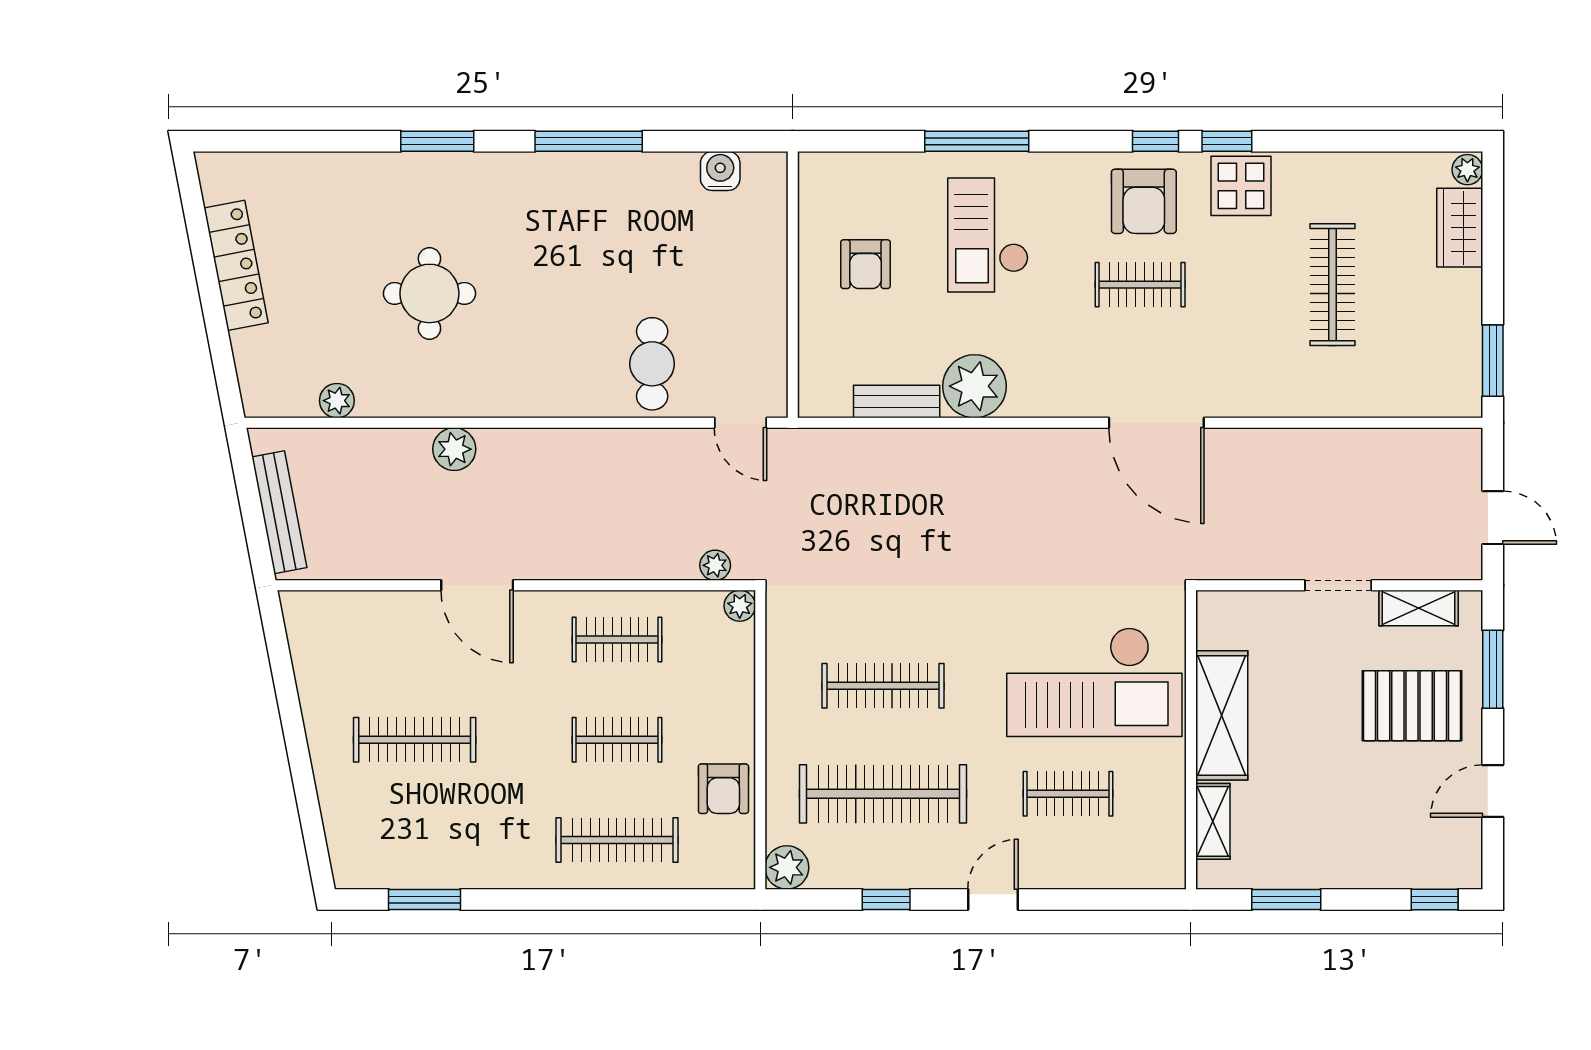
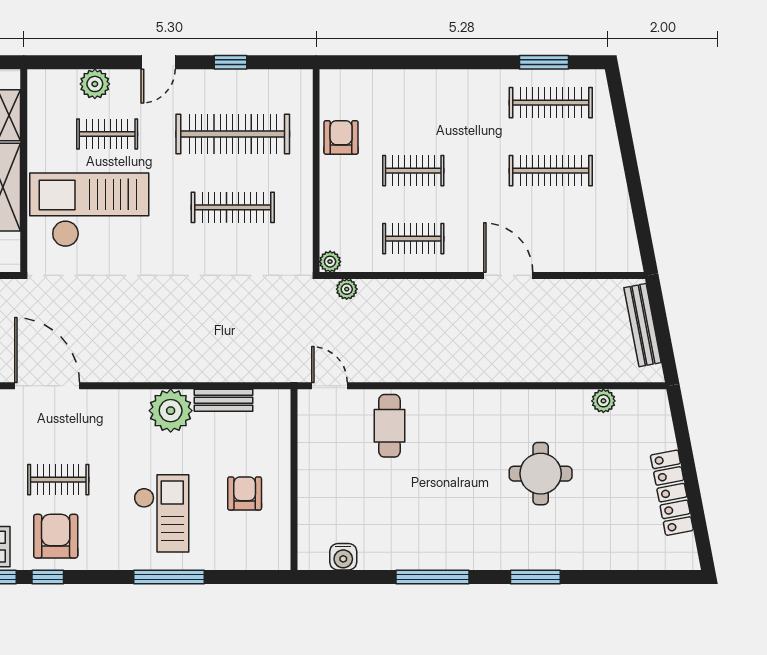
plant: (454, 449) -> (524, 368), removed
clothes rail: (617, 840) -> (551, 103), moved
plant: (787, 867) -> (95, 84), moved

